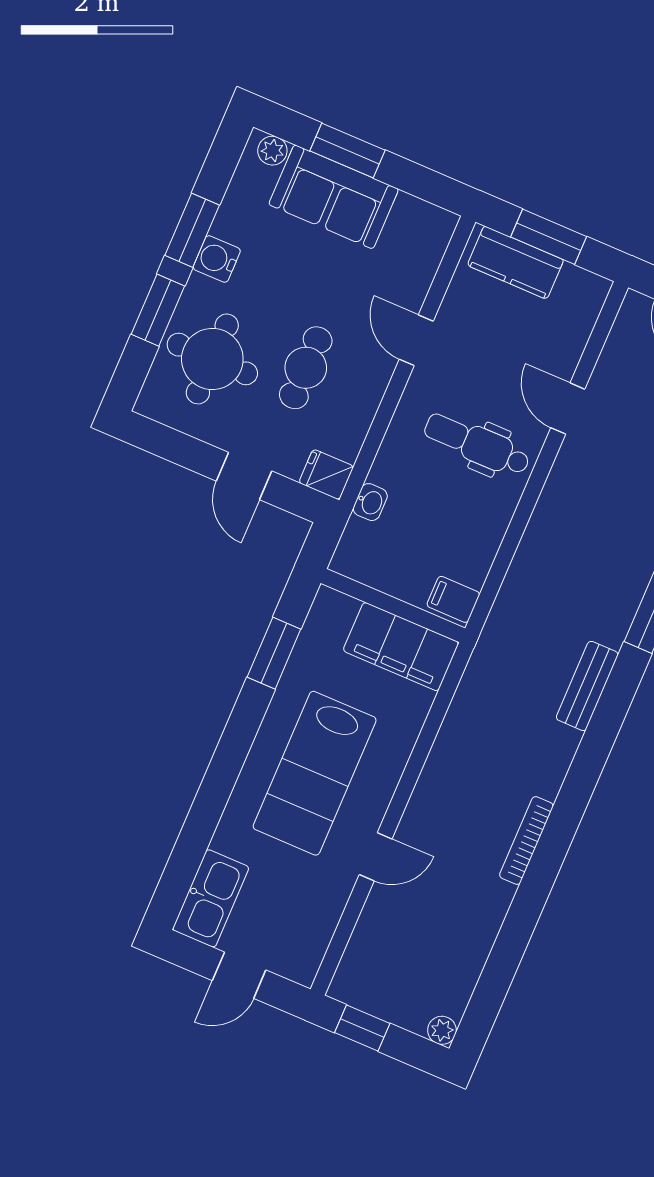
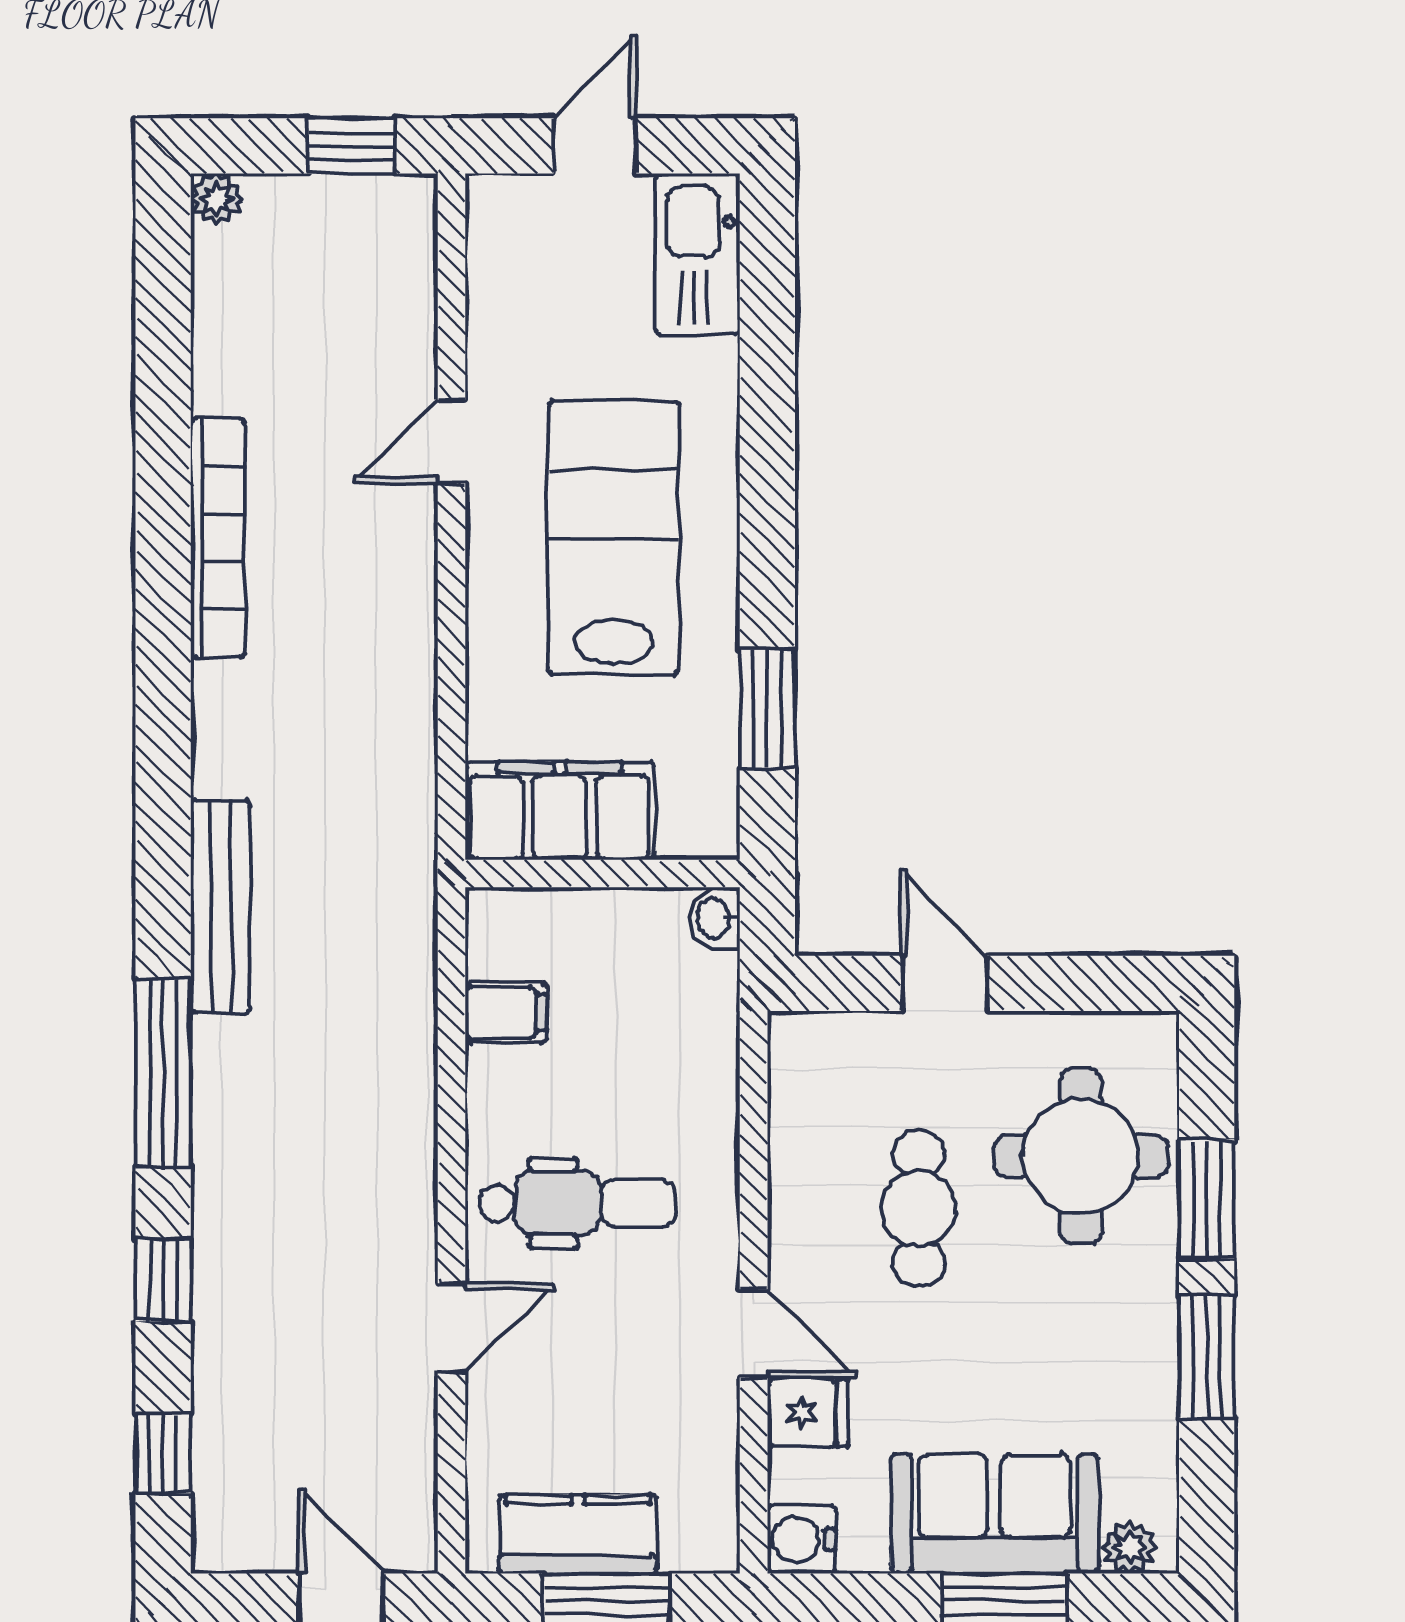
water cooler: (217, 259) -> (801, 1540), moved, turned 180
kitchen counter: (515, 263) -> (578, 1534), moved
door: (568, 409) -> (452, 1328), hinge flipped
fridge: (326, 475) -> (808, 1413), moved
washbasin: (370, 502) -> (715, 918), moved
filing cabinet: (453, 599) -> (506, 1013), moved
bench: (587, 686) -> (220, 907), width x1.36
bookcase: (526, 841) -> (218, 538), width x1.48, depth x1.31

